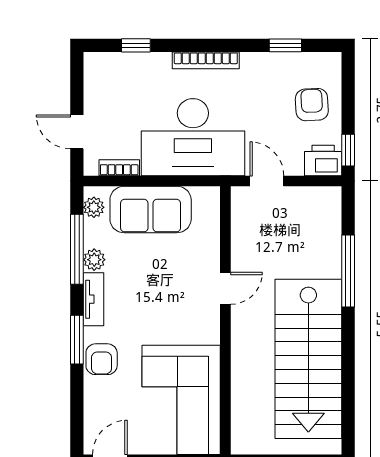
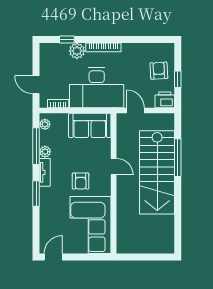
window: (285, 45) -> (145, 40), removed
plant: (155, 67) -> (77, 51), added
window: (348, 150) -> (178, 79), moved
sofa: (151, 209) -> (90, 125), moved
door: (225, 288) -> (114, 167), hinge flipped
armchair: (102, 359) -> (81, 181), moved
stairs: (308, 359) -> (157, 172), moved

